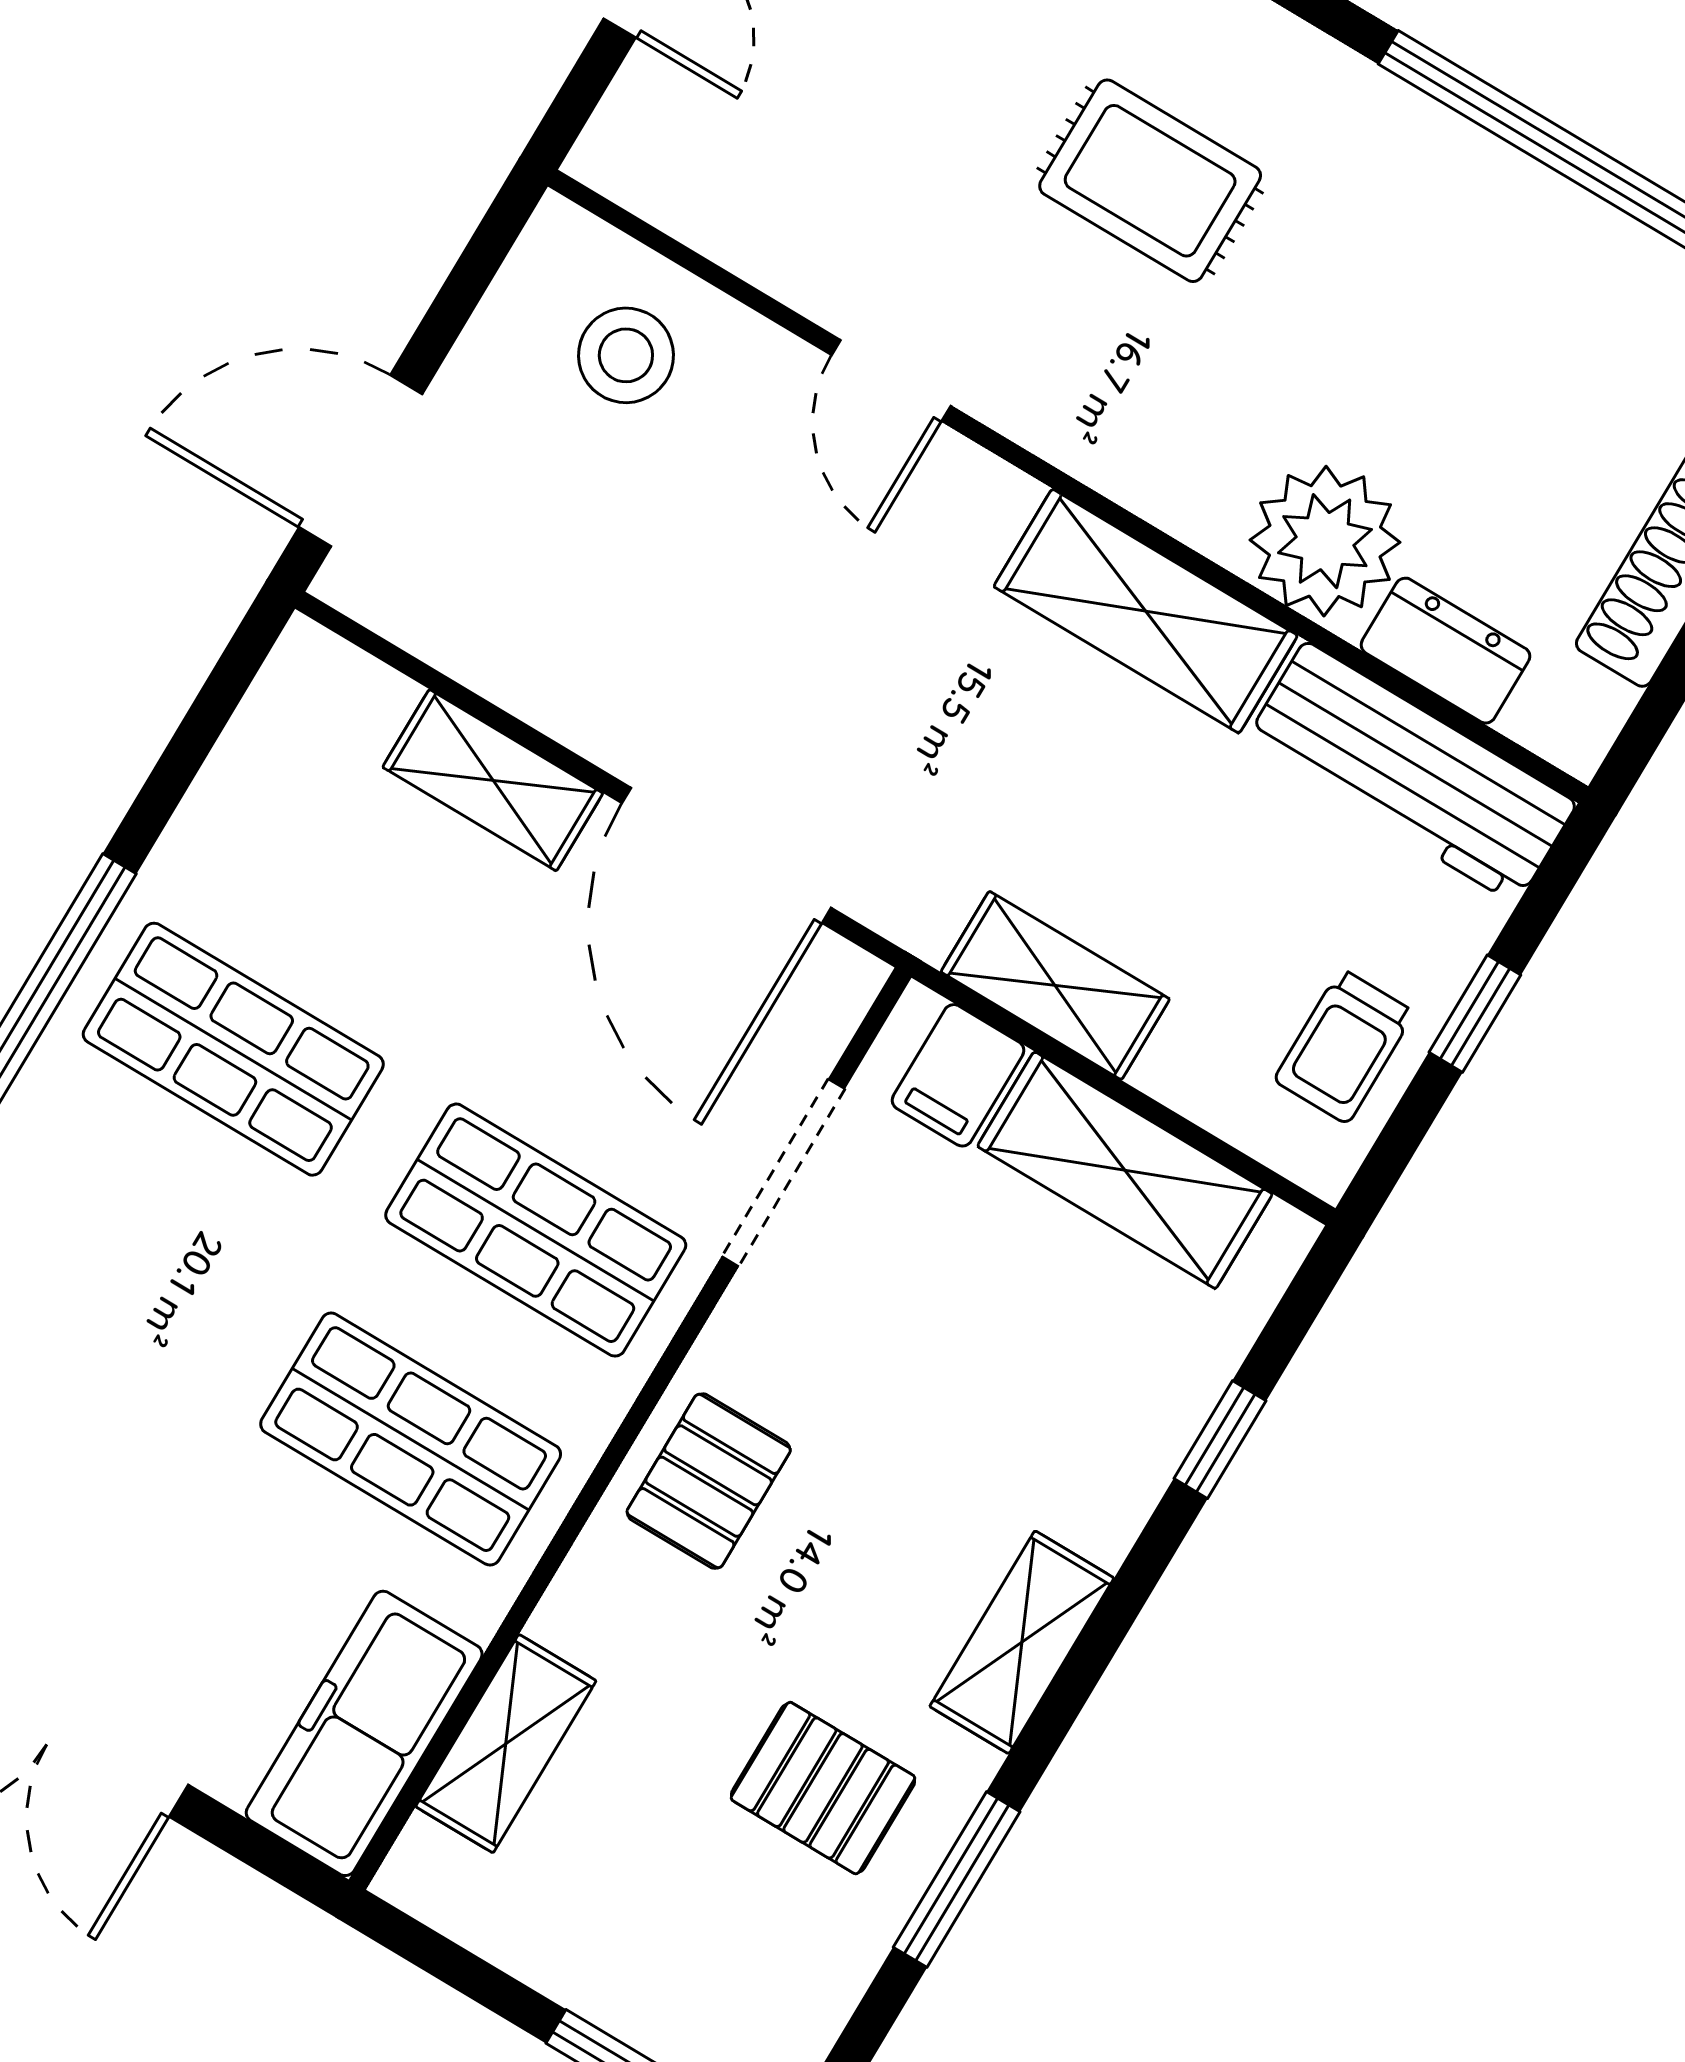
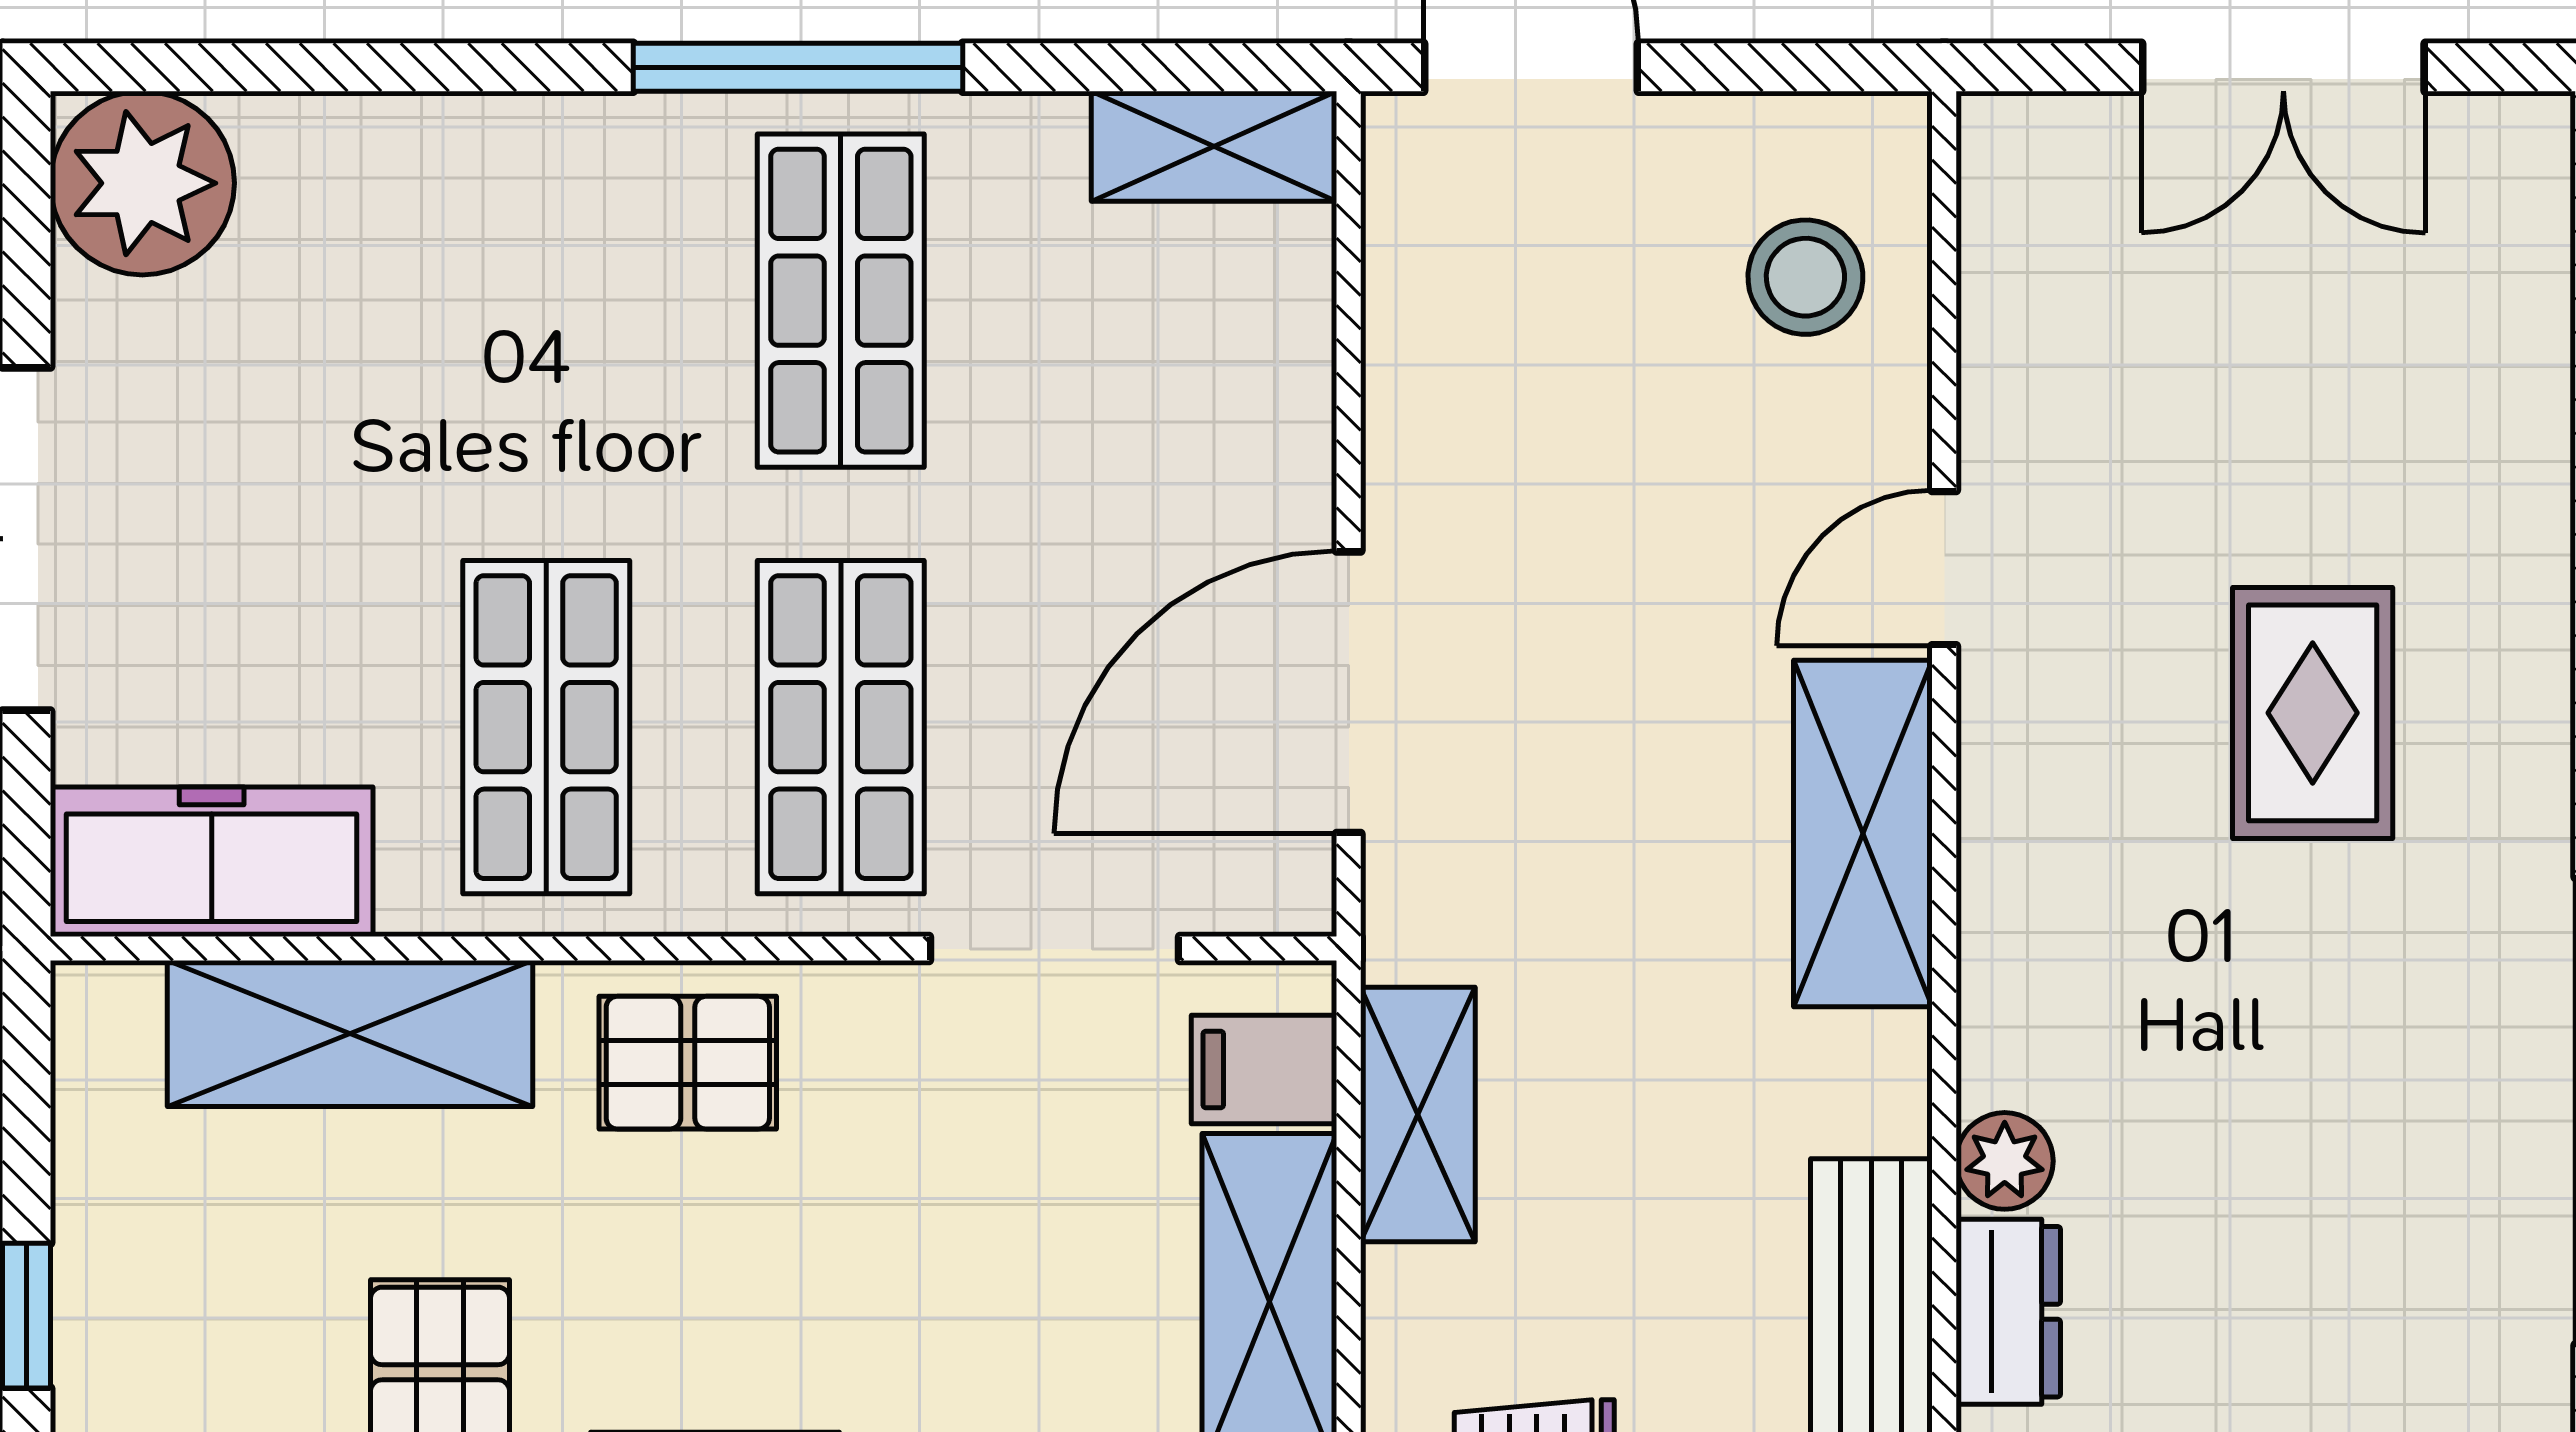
plant: (1325, 541) -> (2005, 1161), width x0.53, depth x0.53
shelving: (1146, 611) -> (1863, 833), moved
shelving: (493, 780) -> (1214, 146), moved, turned 90
shelving: (506, 1744) -> (350, 1034), width x1.50, depth x1.33

